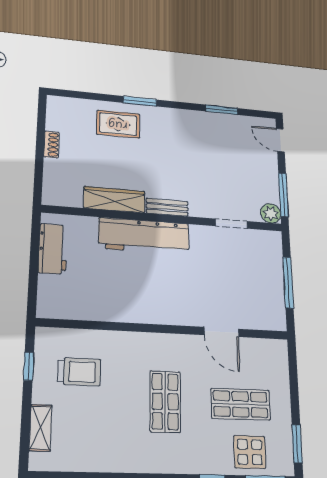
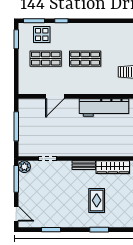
rug: (118, 124) -> (97, 200), moved, turned 90
workbench: (144, 236) -> (104, 107), moved, turned 180
door: (221, 332) -> (55, 96), swing flipped
shop shelf: (165, 401) -> (85, 59), turned 90

